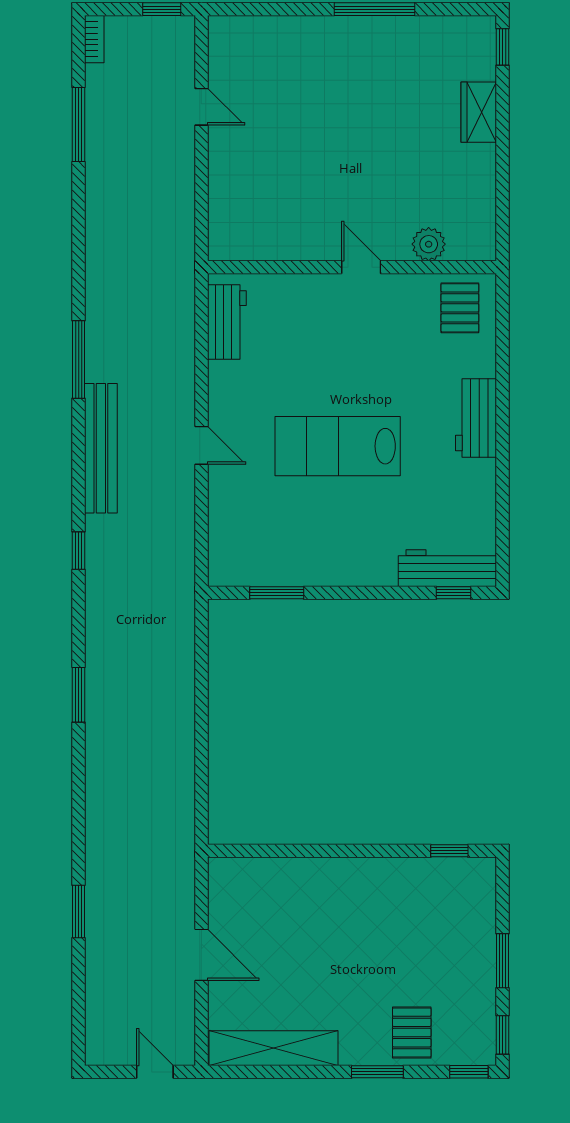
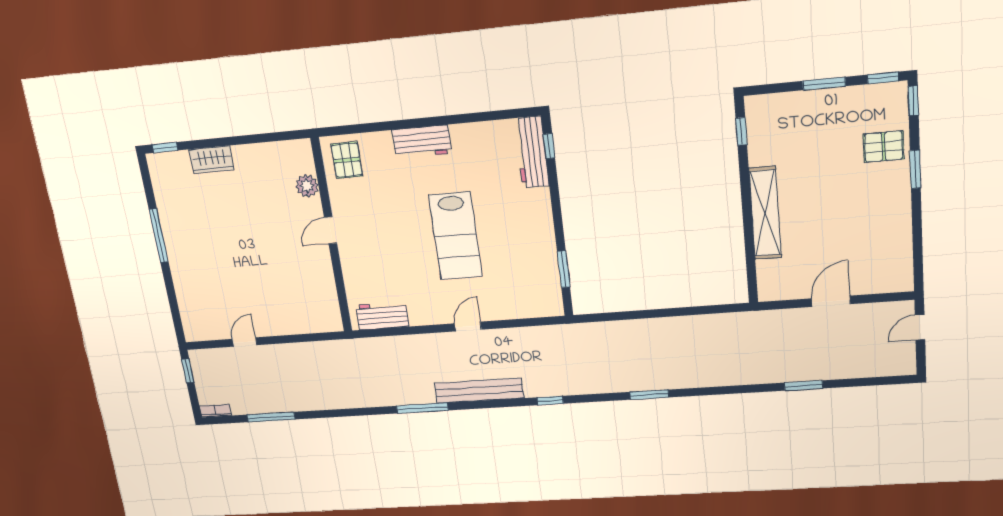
pallet: (460, 308) -> (347, 160), turned 90
shelving: (273, 1048) -> (765, 213), moved

